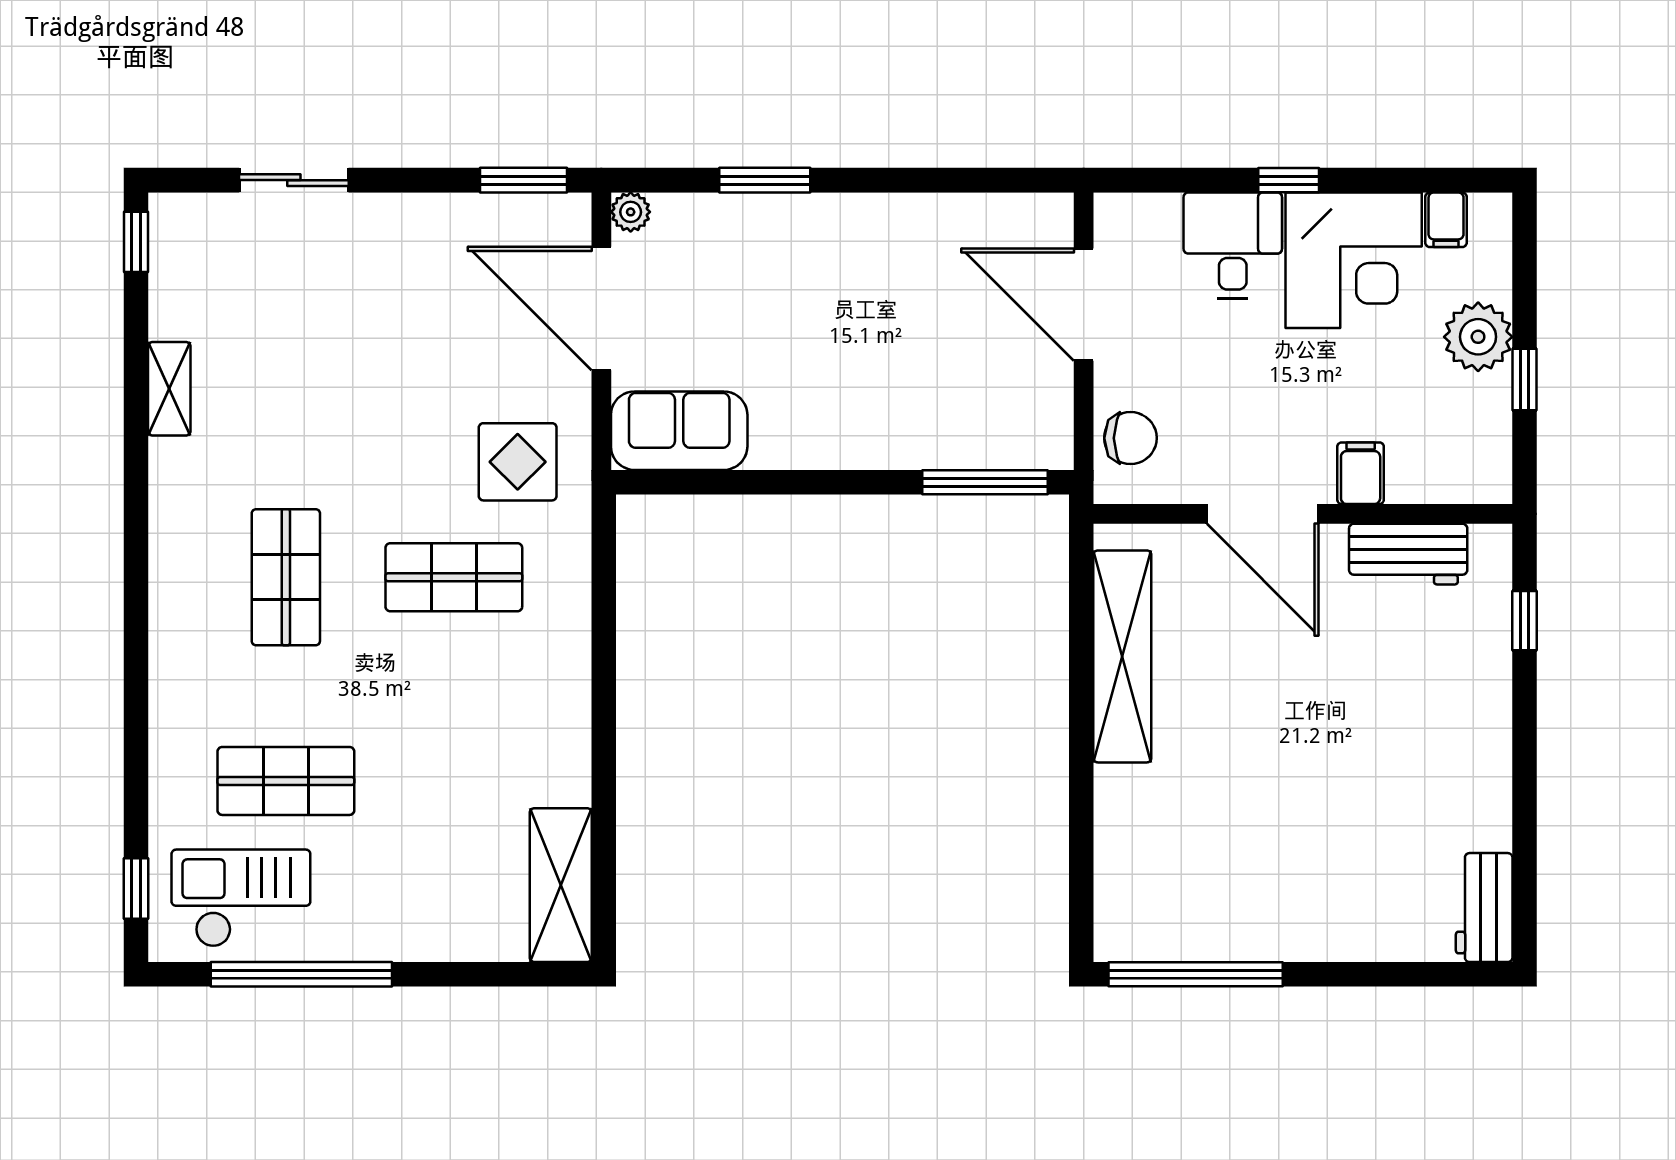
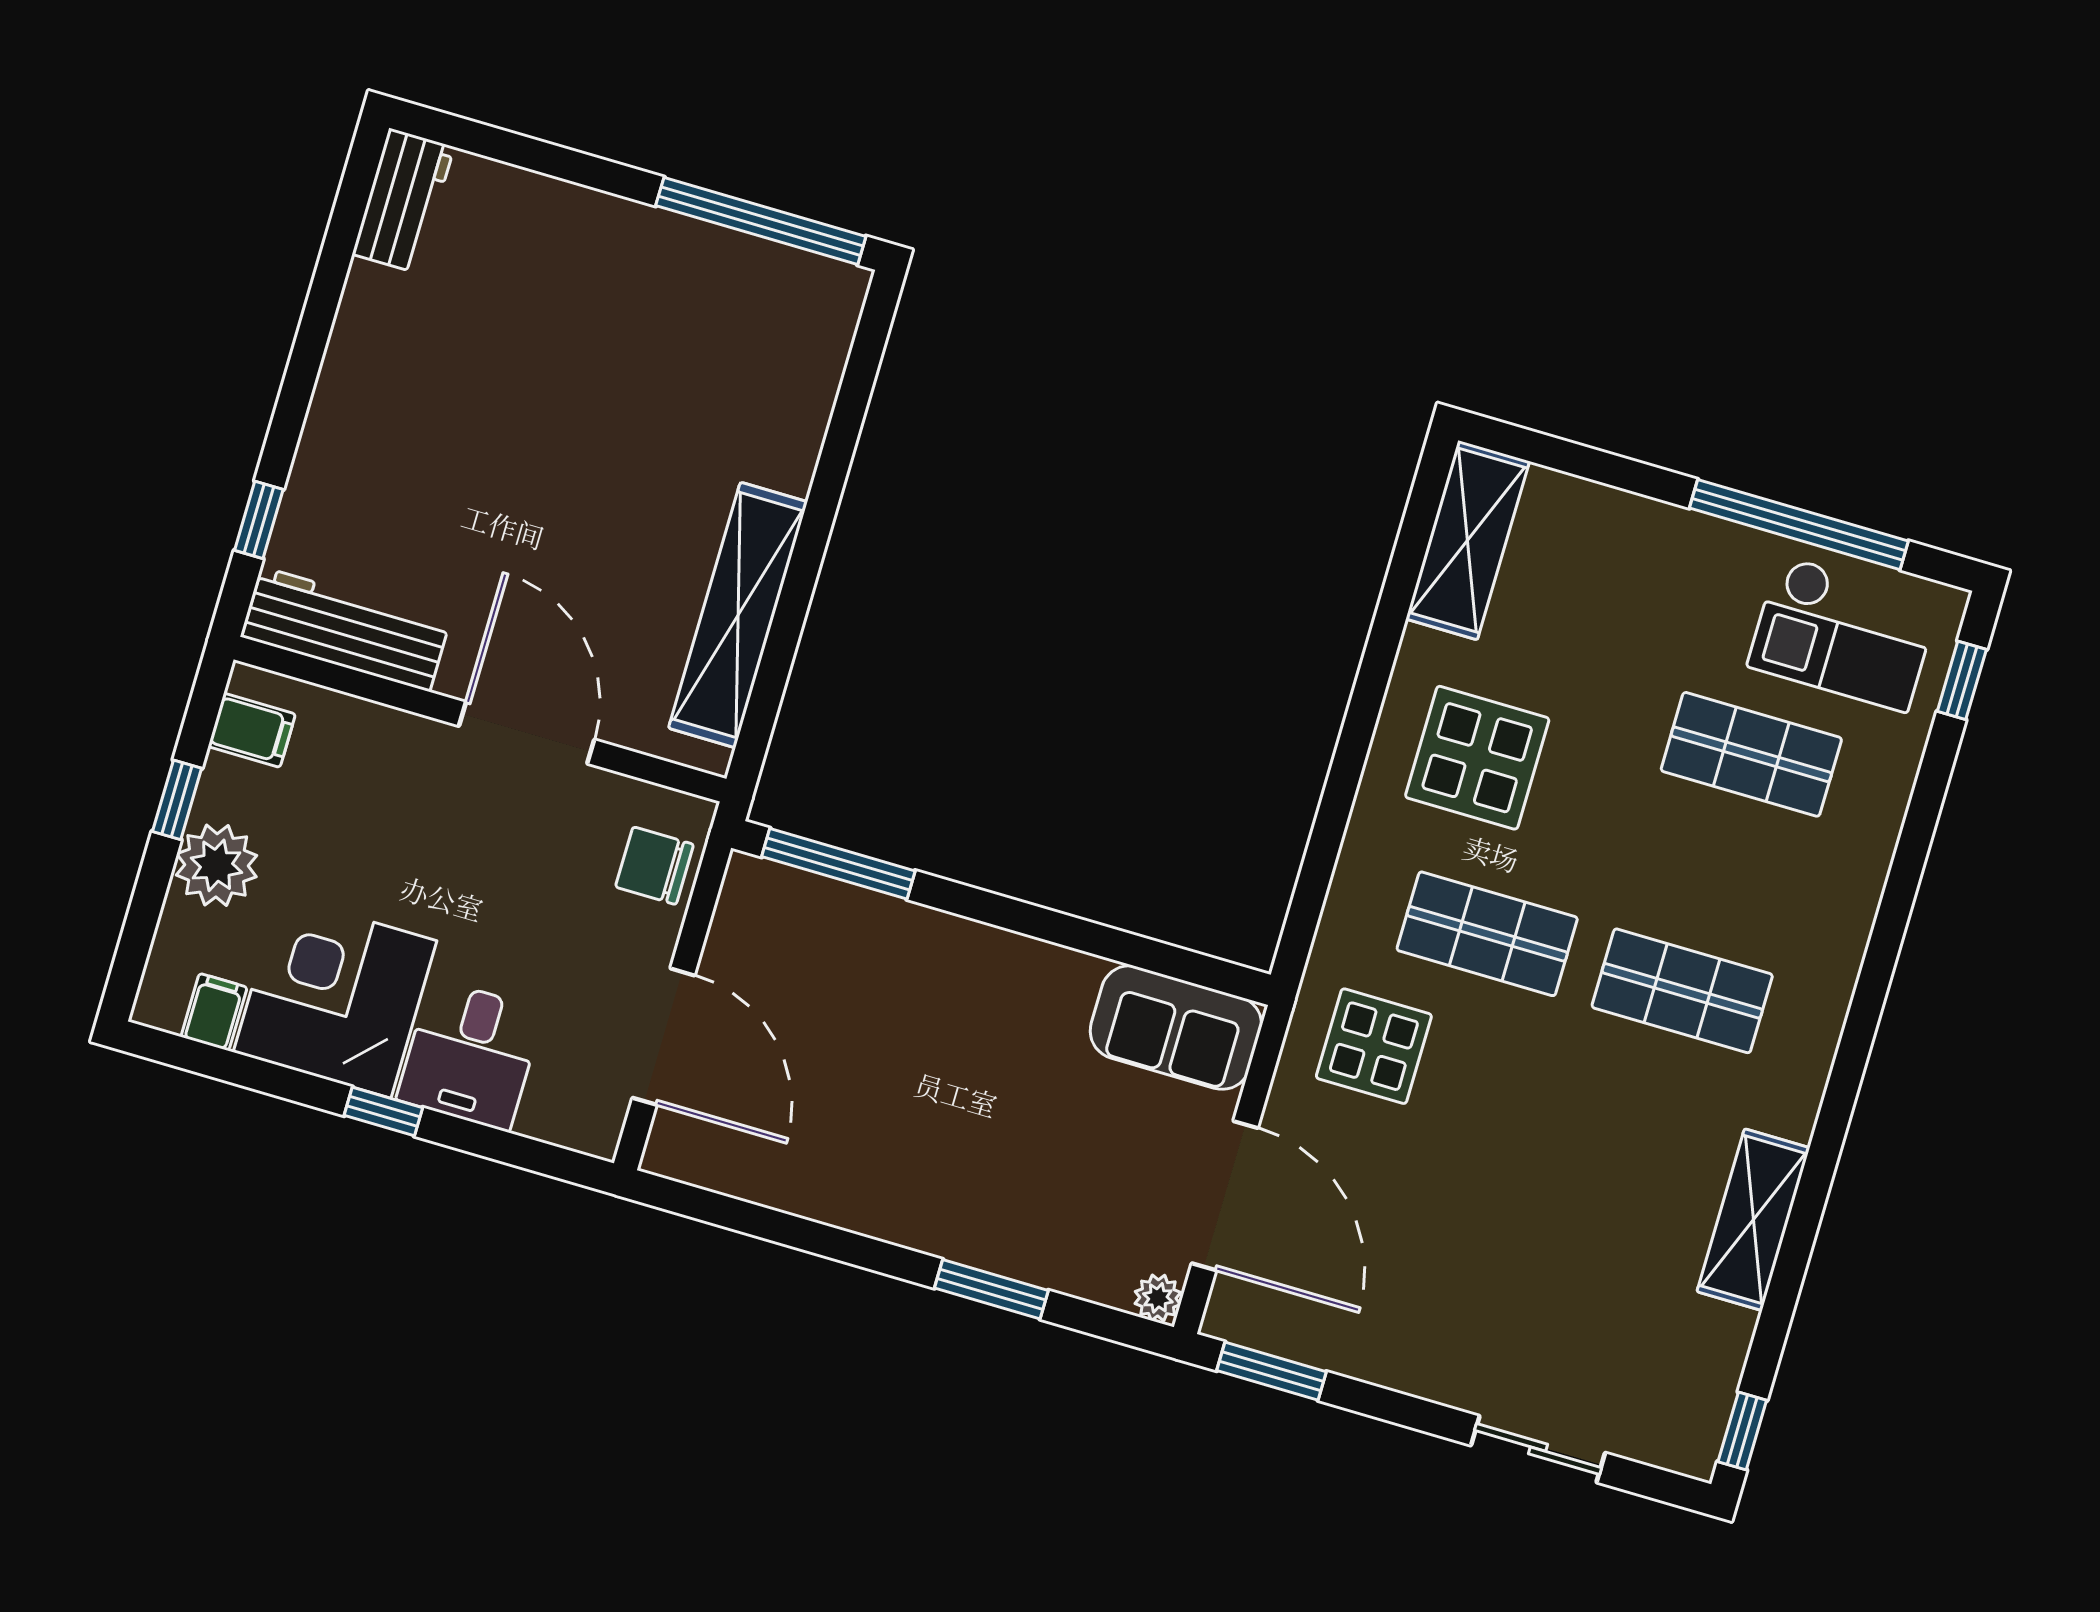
shelving: (169, 389) -> (1753, 1220), width x1.50, depth x1.33
filing cabinet: (1361, 473) -> (252, 730), moved, turned -90
workbench: (1408, 554) -> (346, 629), width x1.38
shop shelf: (286, 577) -> (1682, 991), turned 90
display table: (503, 715) -> (1477, 758), added

